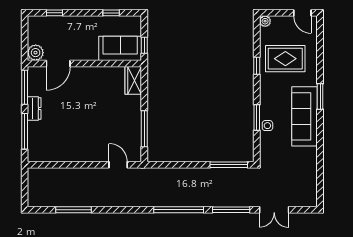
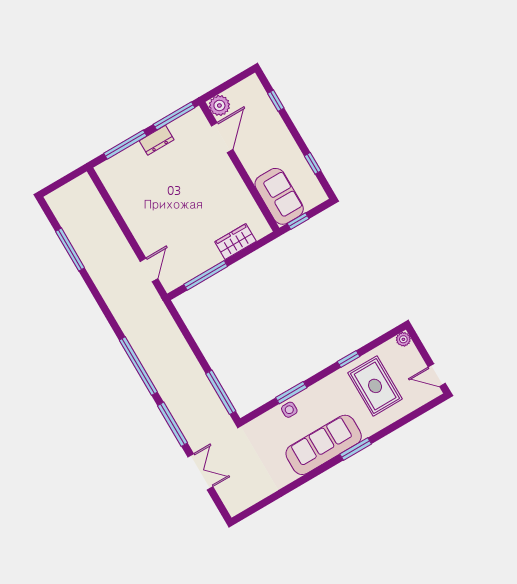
door: (302, 13) -> (437, 375), hinge flipped
door: (58, 63) -> (222, 138), swing flipped
wardrobe: (133, 80) -> (235, 242), moved
double door: (274, 210) -> (200, 472), swing flipped

